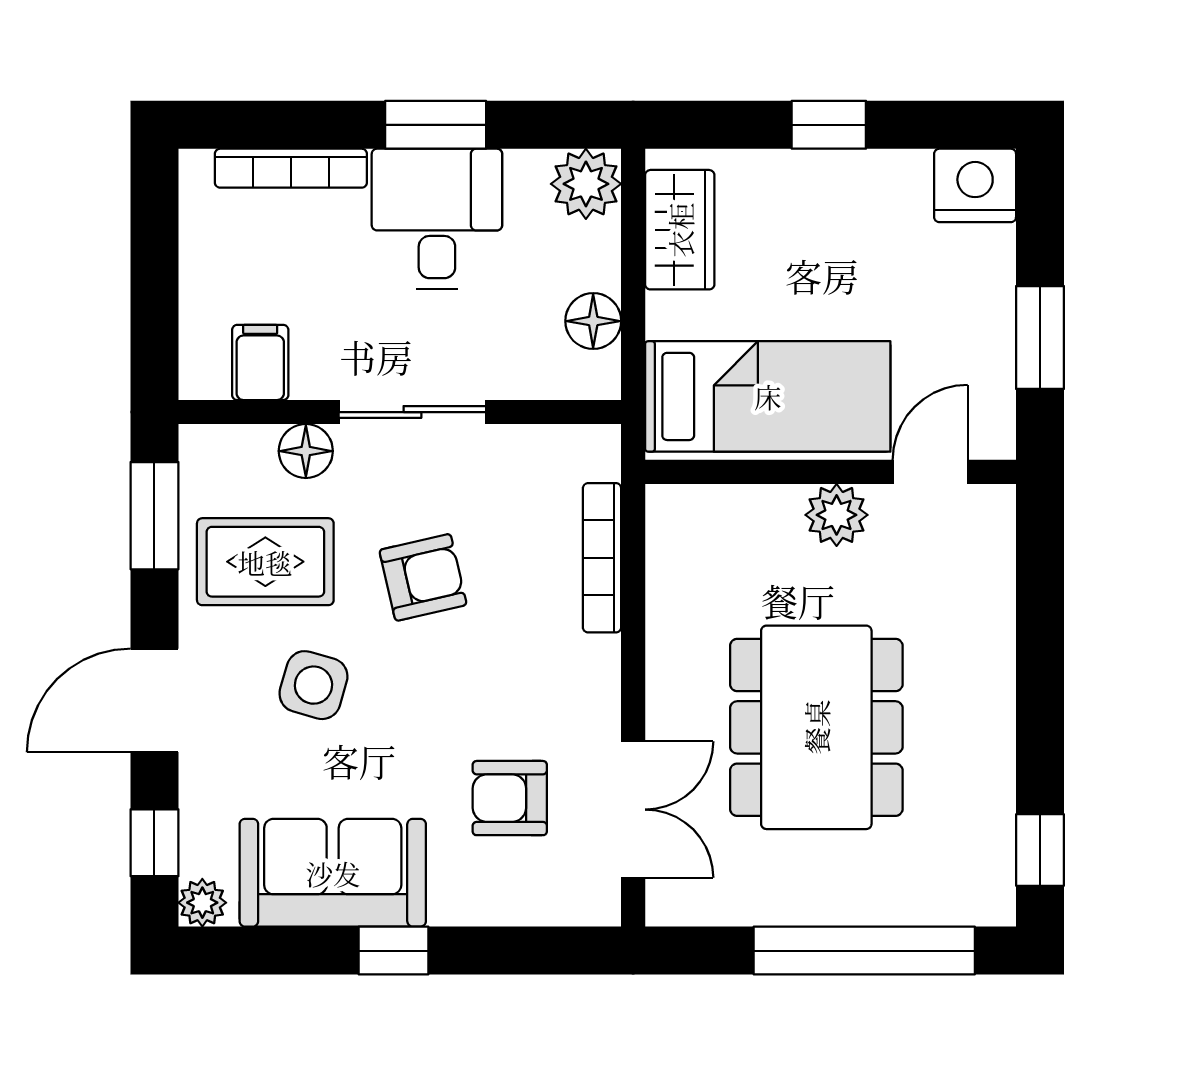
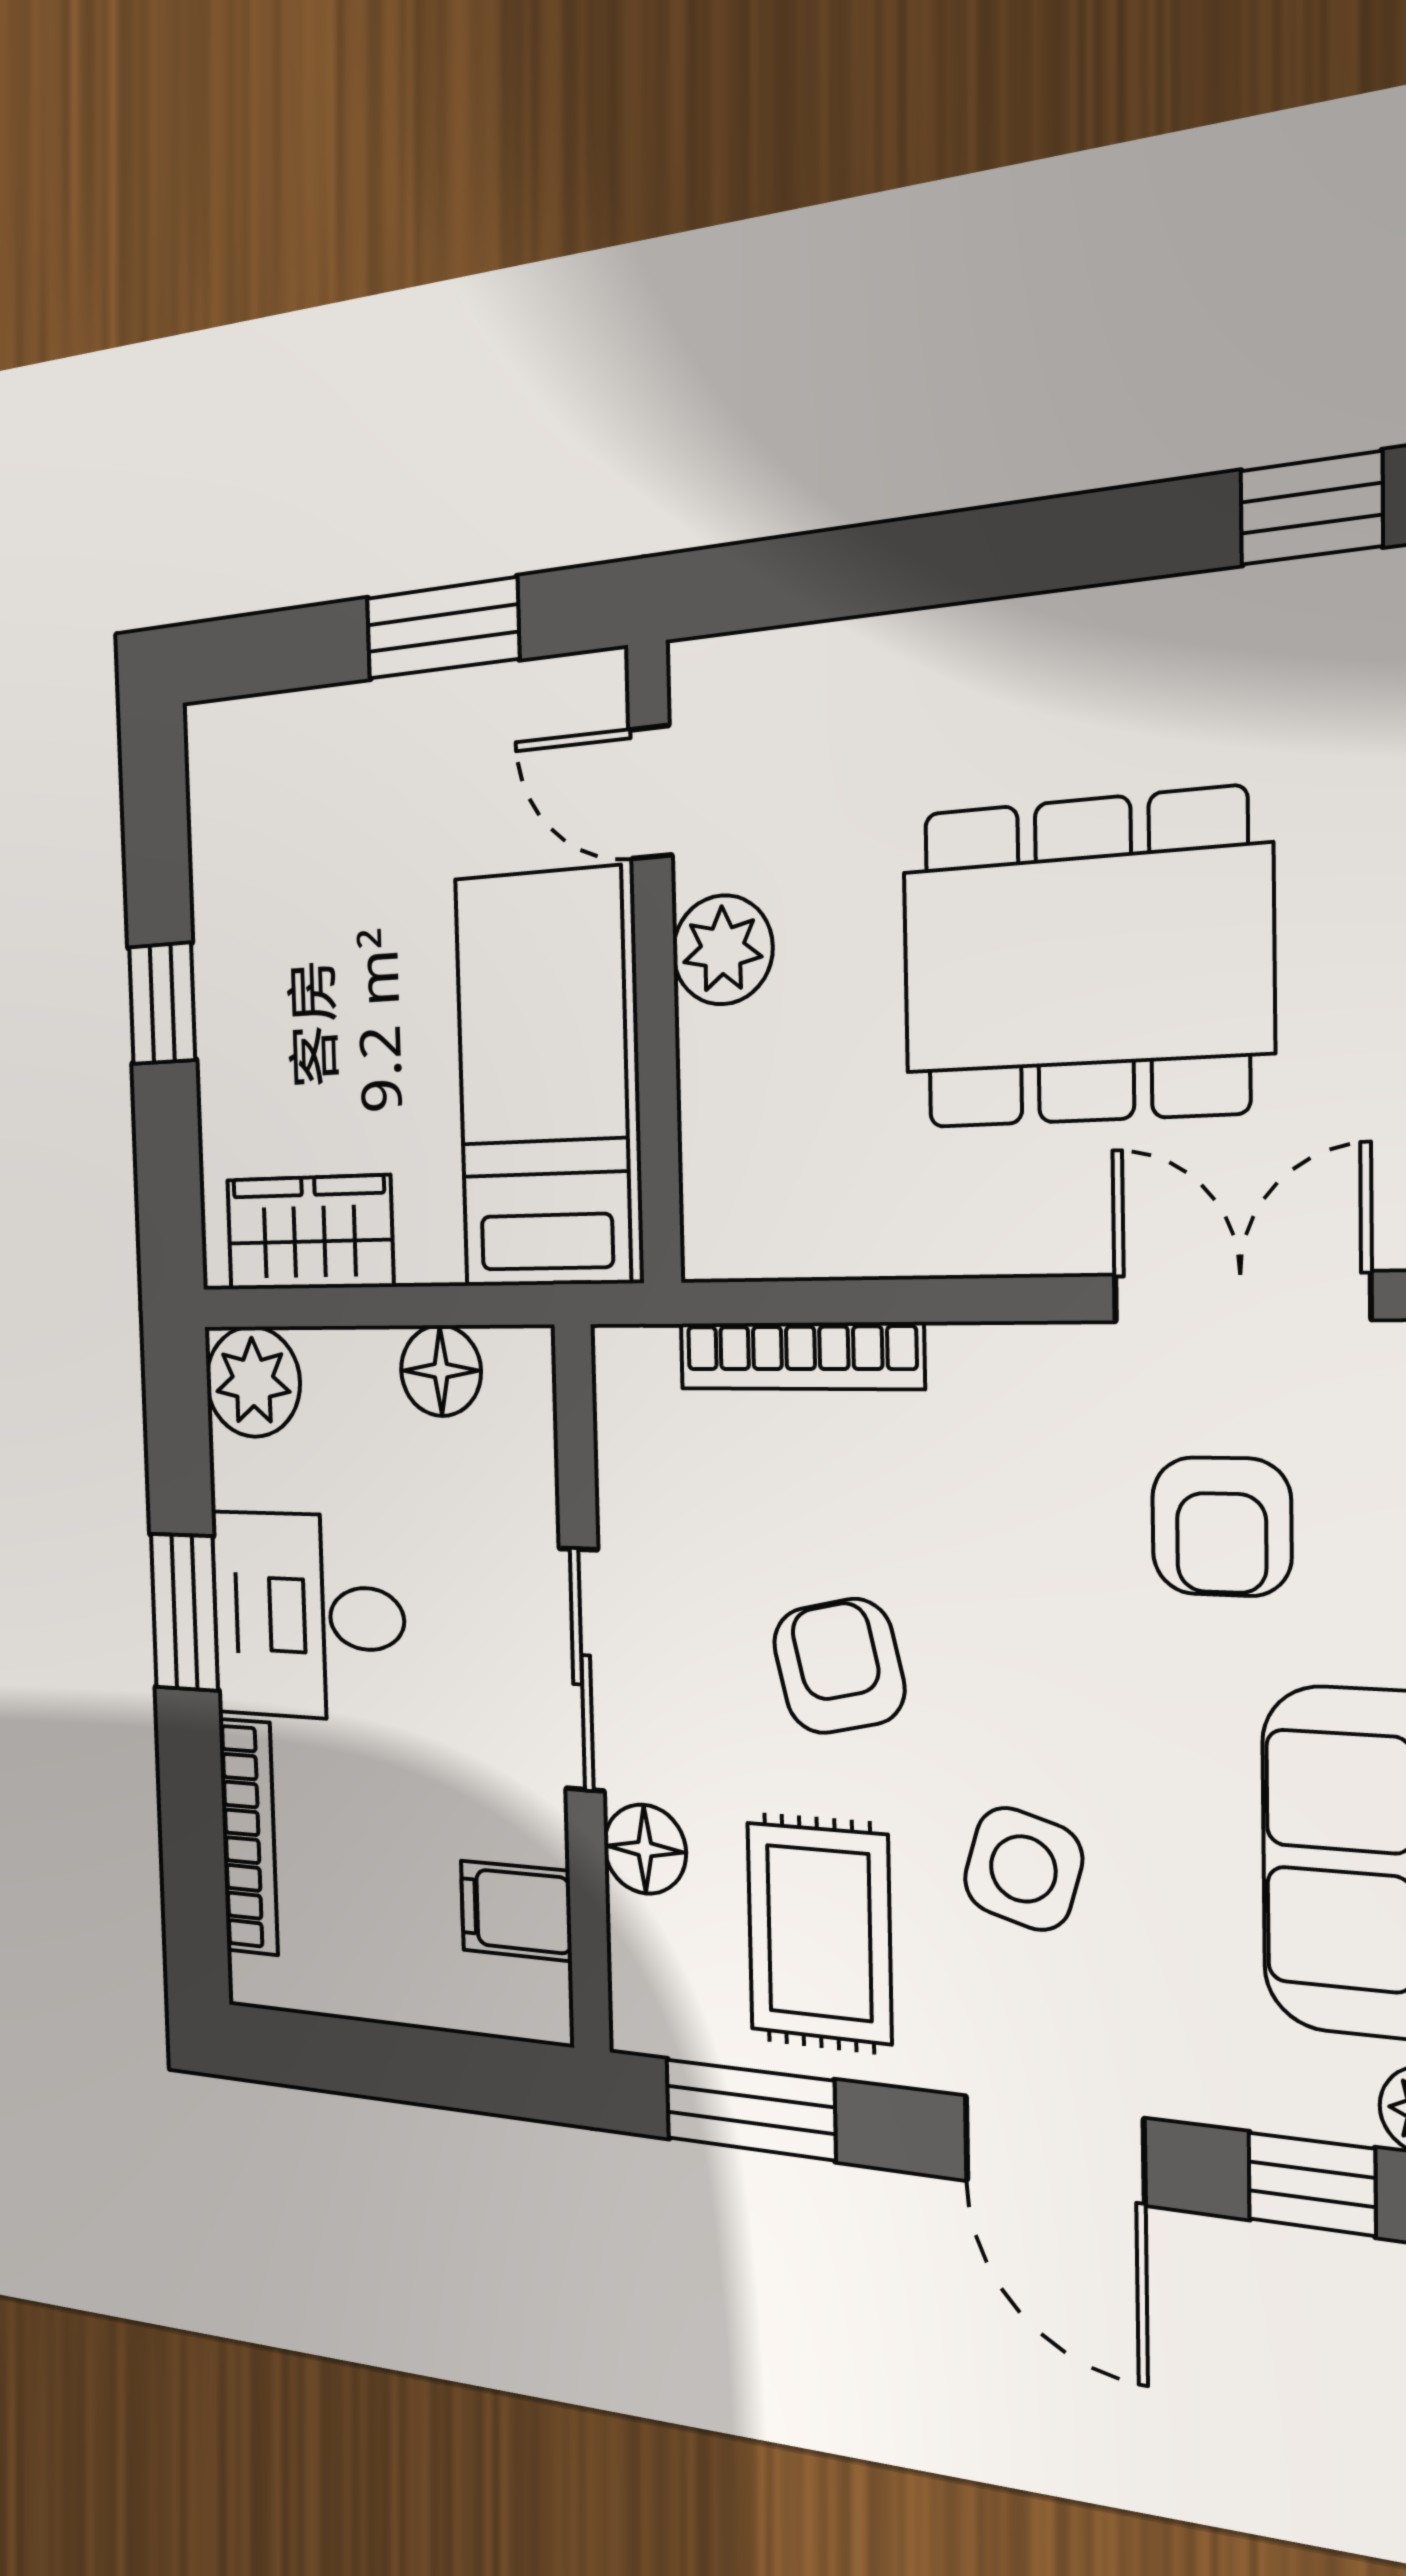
nightstand: (975, 185) -> (234, 763), removed

